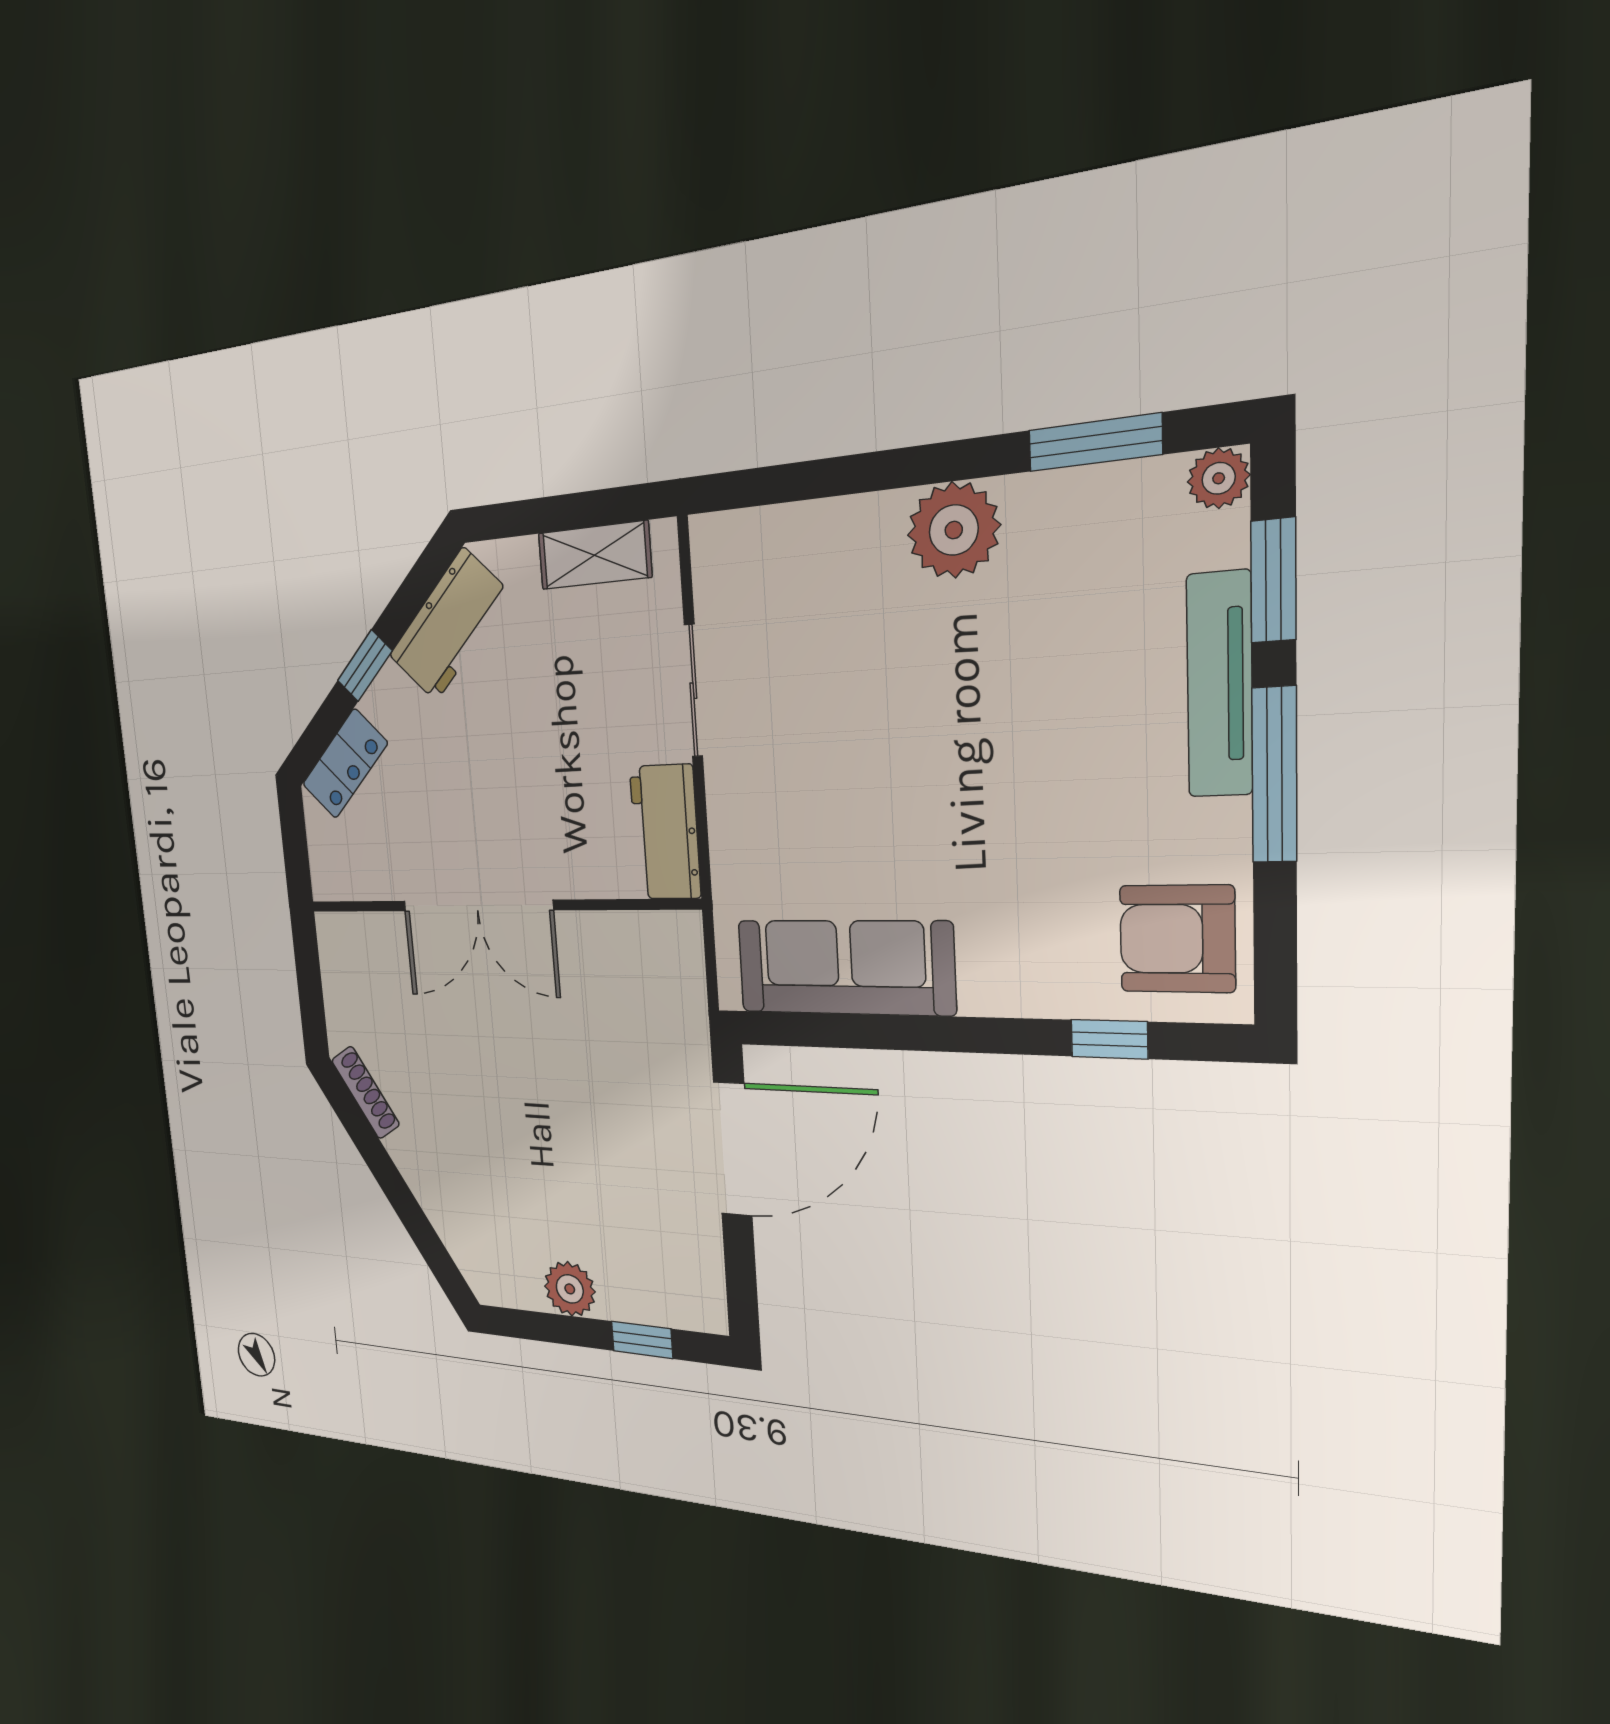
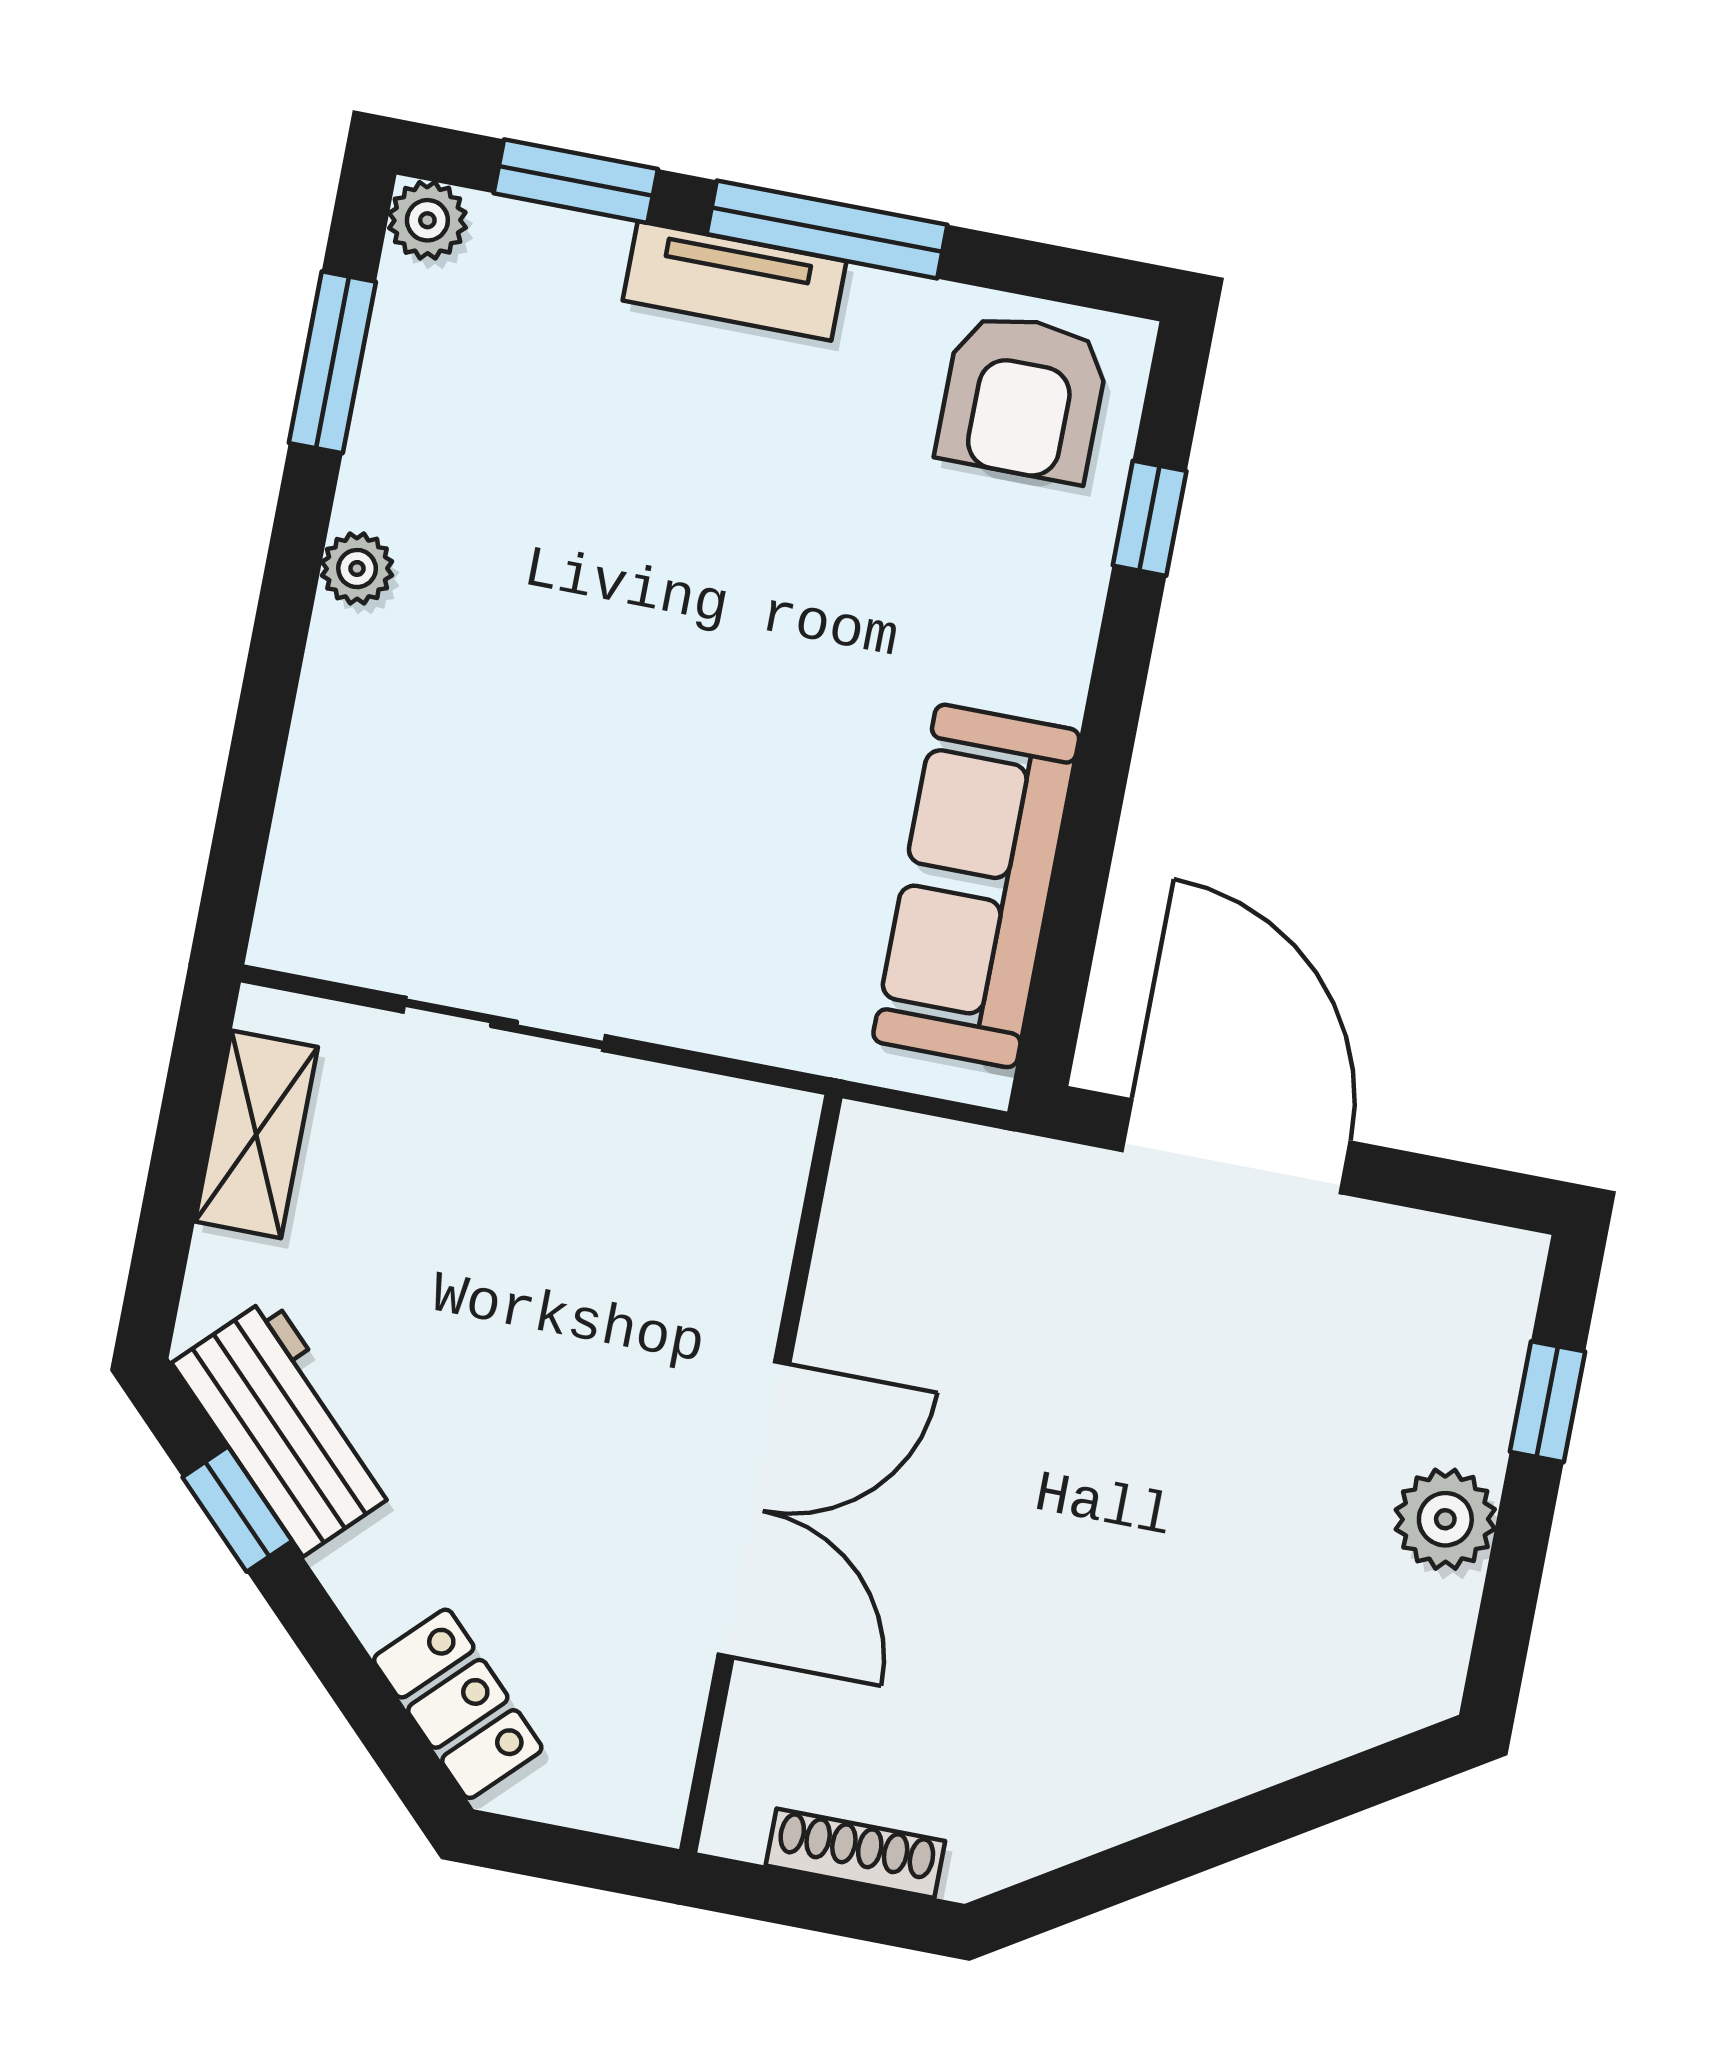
plant: (954, 530) -> (357, 569), width x0.53, depth x0.53
window: (365, 666) -> (237, 1509), moved
tv unit: (1220, 685) -> (735, 281), width x0.71
workbench: (665, 832) -> (708, 1129), removed
shoe rack: (365, 1092) -> (855, 1853), moved, turned 32

